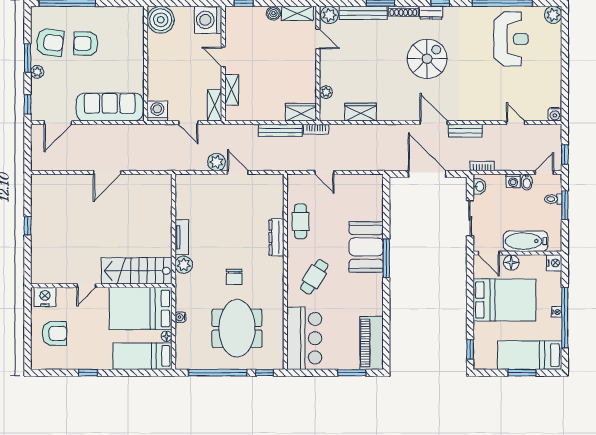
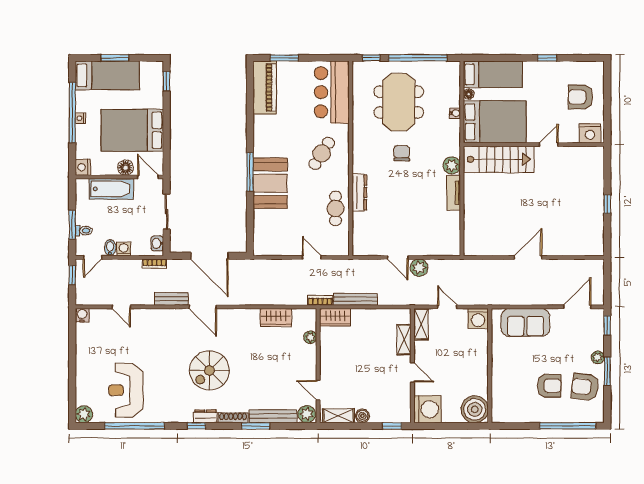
sofa: (110, 107) -> (526, 322), width x0.73

